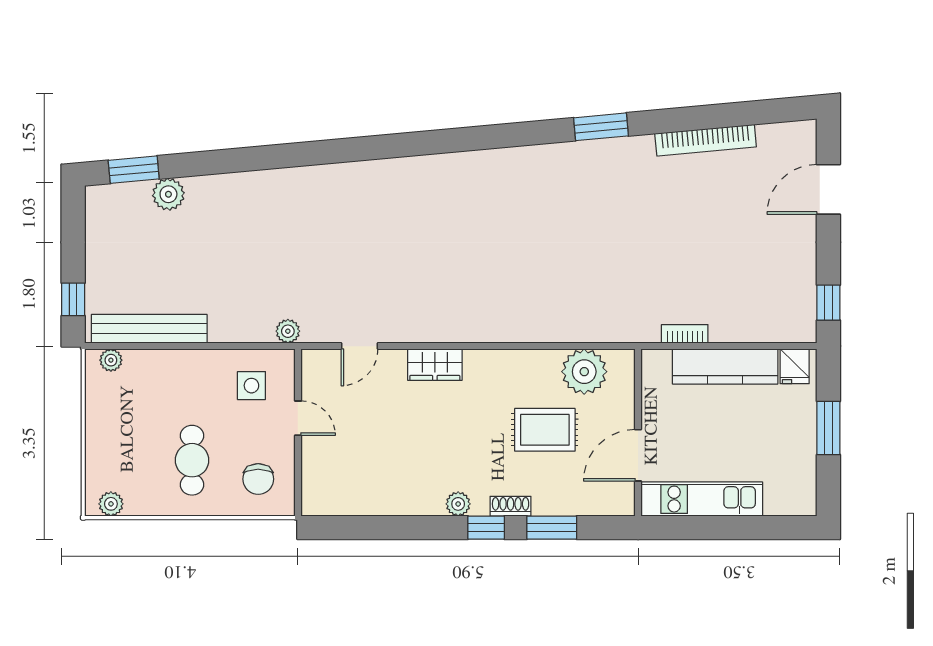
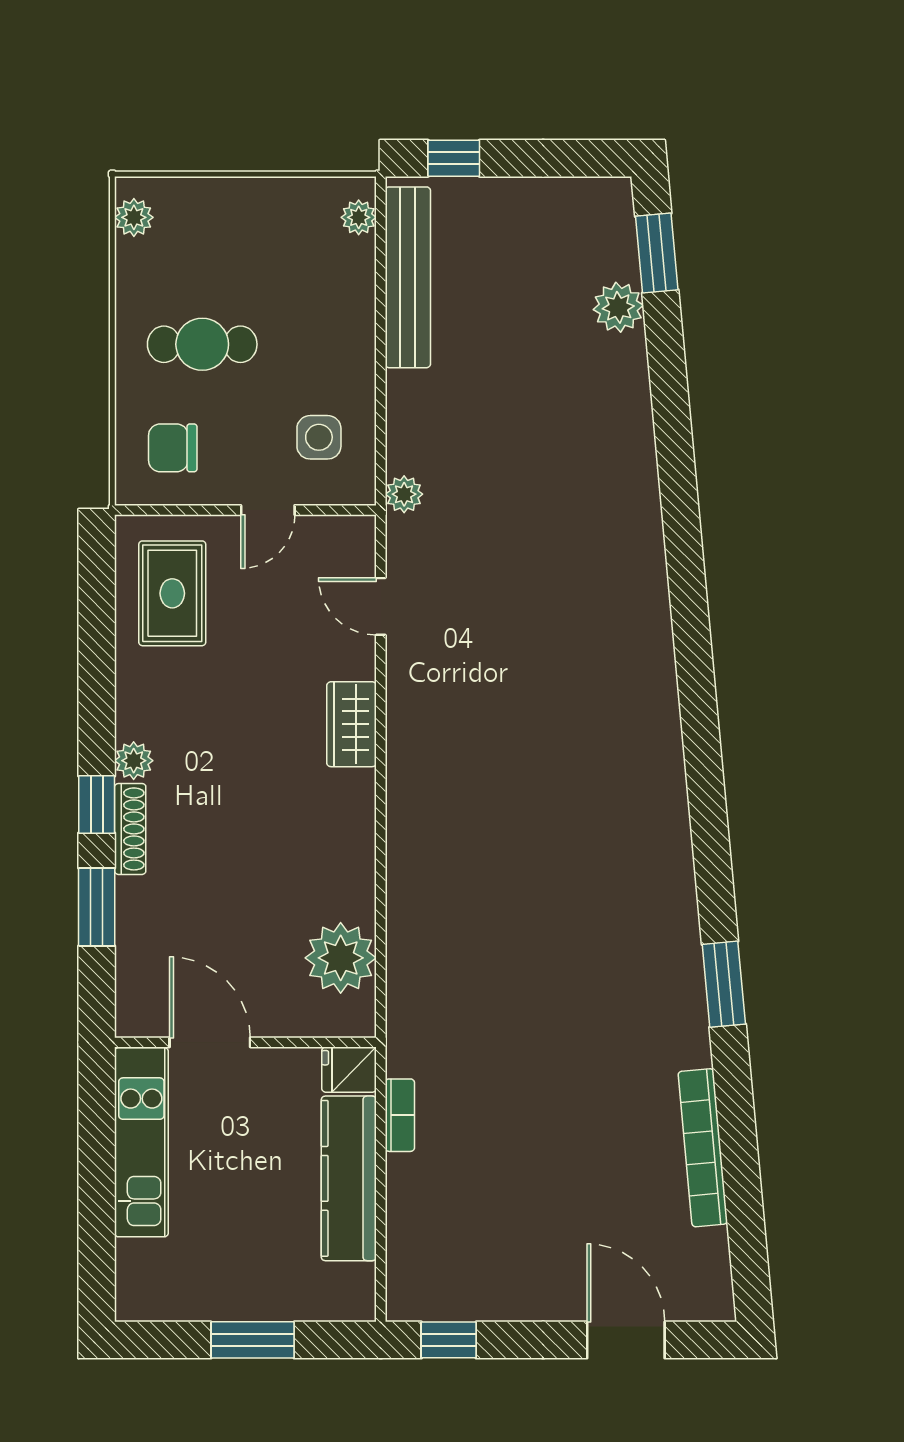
fridge: (795, 366) -> (349, 1070), moved
rug: (545, 430) -> (172, 593), moved
shoe rack: (511, 506) -> (130, 829), width x1.43

